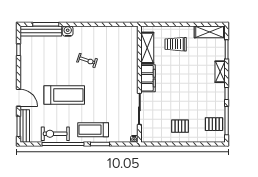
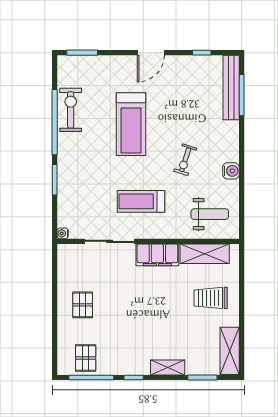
water cooler: (68, 31) -> (231, 171), moved
trolley: (176, 44) -> (211, 298), turned -90
weight bench: (122, 45) -> (210, 214), added
door: (19, 98) -> (151, 53), moved
bench: (25, 126) -> (83, 62), removed
treadmill: (93, 130) -> (141, 201), moved, turned -90

